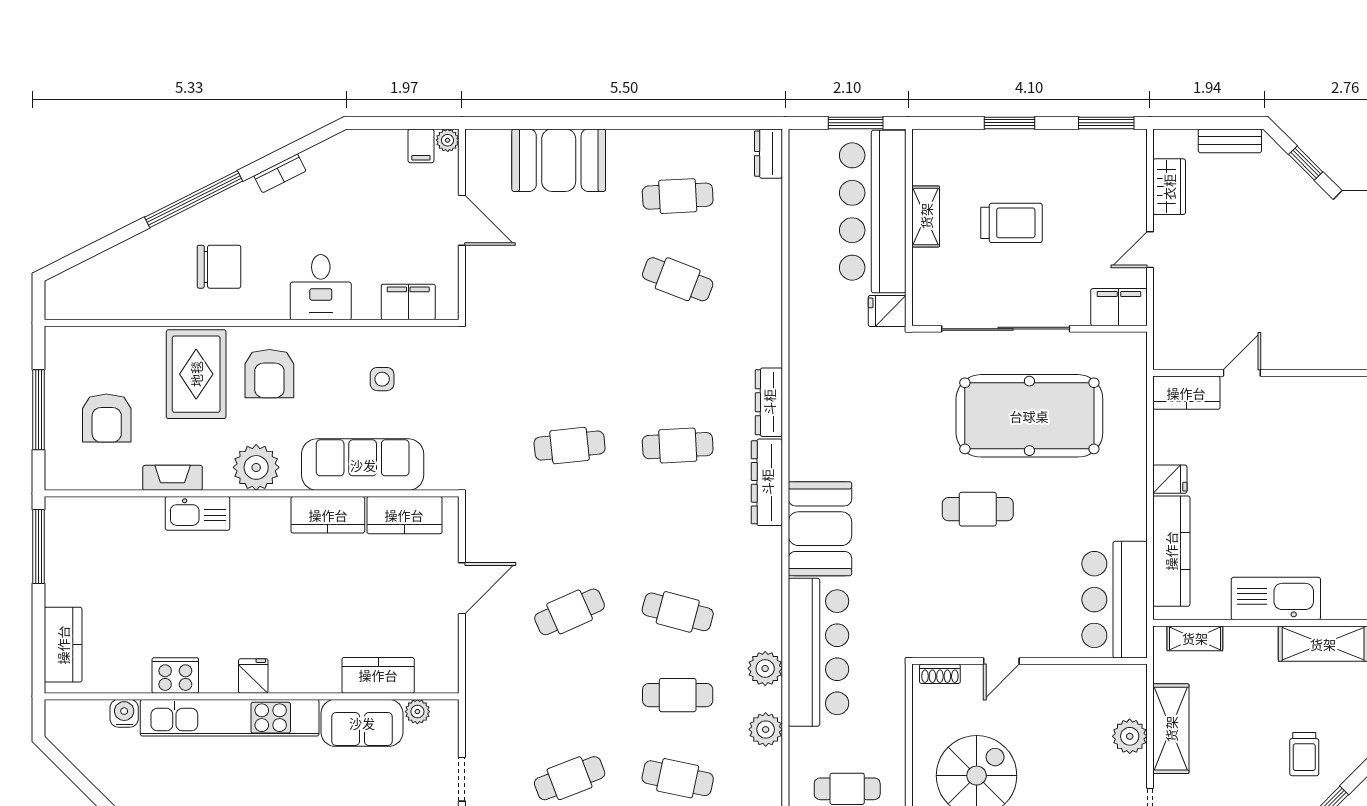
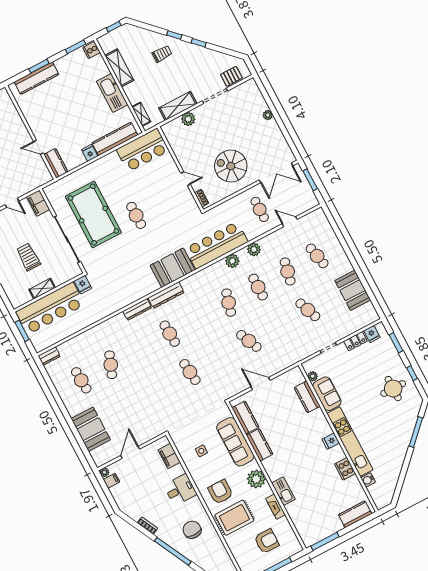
armchair: (269, 374) -> (220, 492), turned -90

